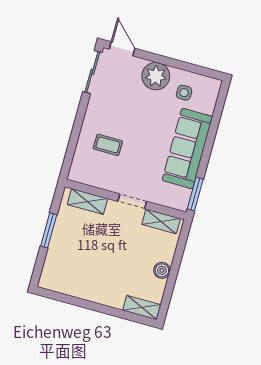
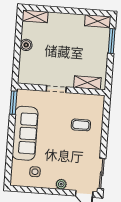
plant: (156, 76) -> (61, 184), width x0.53, depth x0.53
shelving: (161, 221) -> (98, 21), moved
window: (49, 230) -> (112, 41), moved

